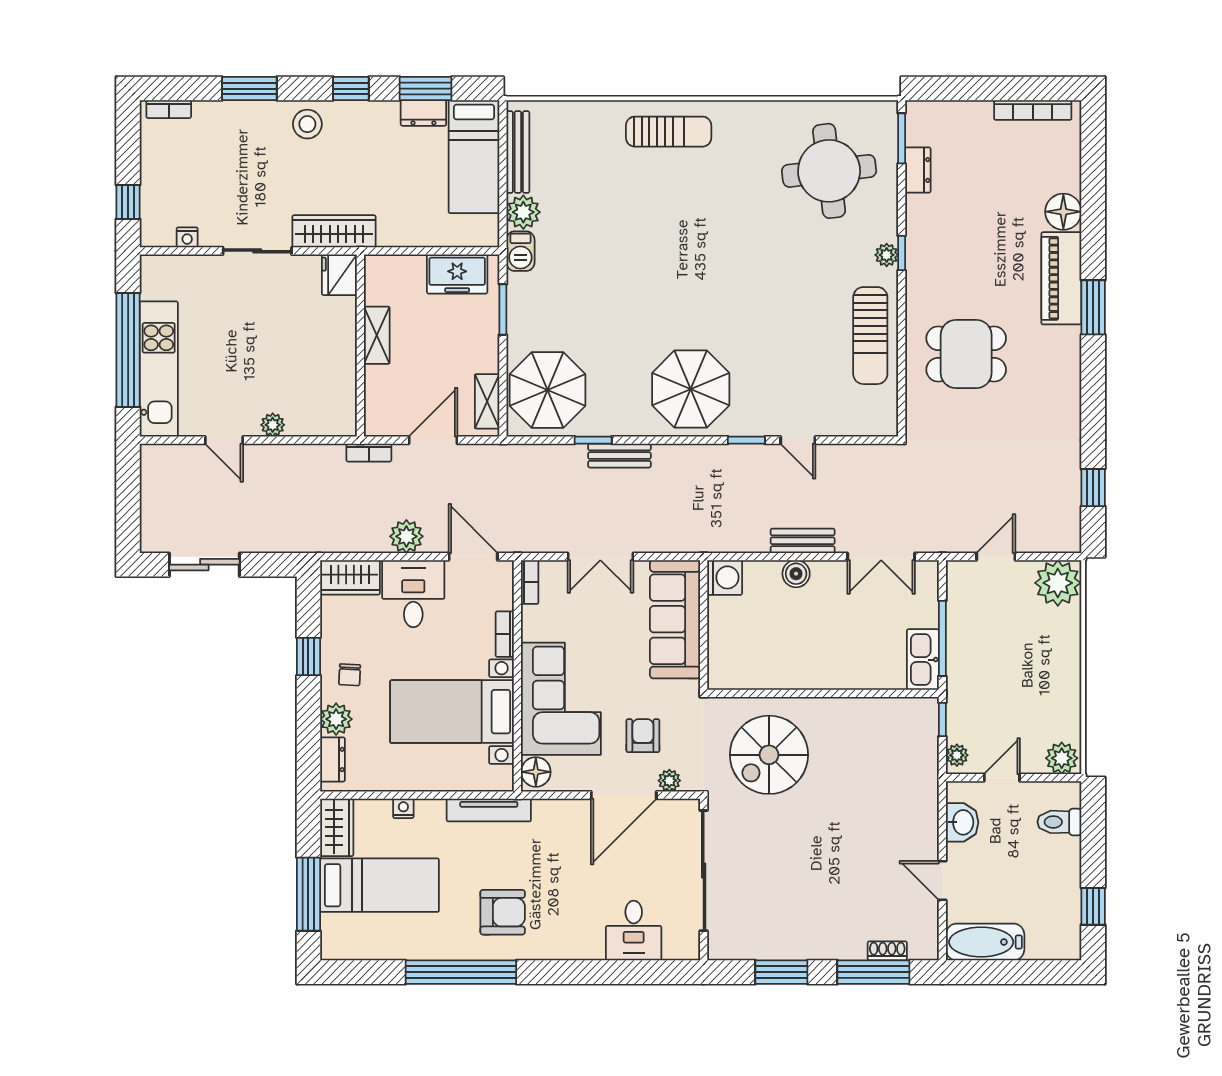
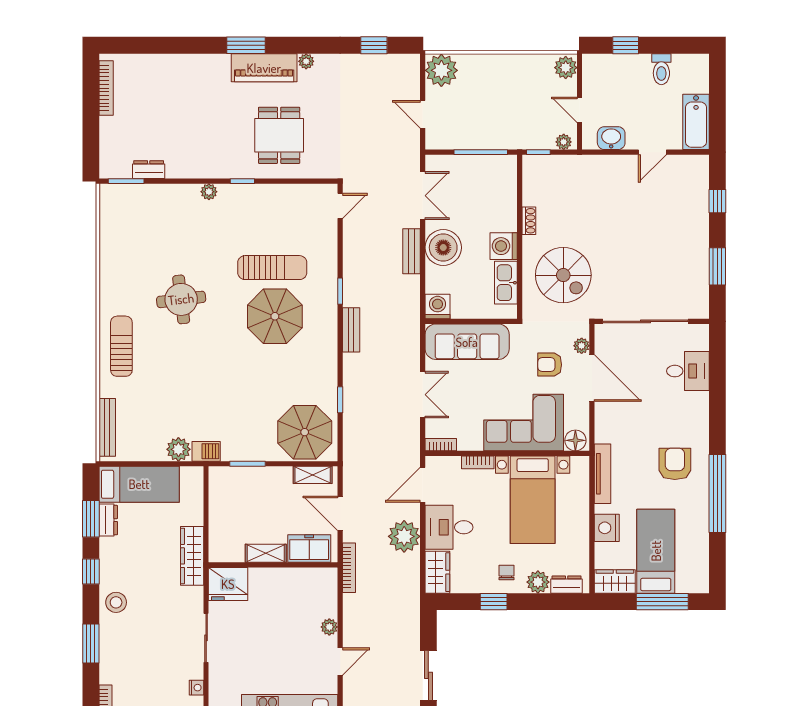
bench: (518, 152) -> (107, 427), moved, turned 90
round table: (829, 171) -> (181, 299), moved, width x0.73, depth x0.73
floor lamp: (1063, 212) -> (178, 66), removed
wardrobe: (334, 231) -> (192, 556), moved
window: (902, 253) -> (242, 181), moved
freezer: (457, 274) -> (309, 548), moved, turned -90
fridge: (339, 275) -> (228, 584), width x1.36, depth x1.34
piano: (1061, 278) -> (264, 68), moved
sun lounger: (870, 336) -> (272, 268), moved
parasol: (691, 389) -> (275, 316), moved
plant: (1071, 392) -> (306, 61), added
door: (798, 440) -> (340, 206), moved
bookcase: (369, 453) -> (349, 568), width x1.56
bench: (619, 456) -> (351, 330), moved
plant: (406, 536) -> (404, 536), width x1.36, depth x1.36
boiler: (796, 574) -> (443, 248), width x1.86, depth x1.86
kitchen sink: (923, 660) -> (506, 283), moved, turned 90
washing machine: (810, 671) -> (504, 246), added
chair: (350, 675) -> (507, 572), turned -93
nightstand: (403, 808) -> (607, 528), width x1.89, depth x1.79
toilet: (1059, 822) -> (661, 69), moved
window: (1093, 906) -> (626, 45), moved
shoe rack: (887, 951) -> (529, 221), moved, turned 180
window: (873, 972) -> (717, 201), width x0.46

